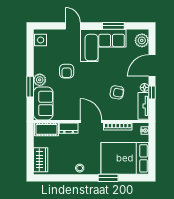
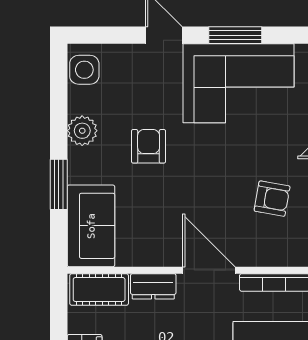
window: (113, 26) -> (235, 35), moved
armchair: (67, 71) -> (149, 146), turned 180
plant: (40, 80) -> (82, 131), moved

